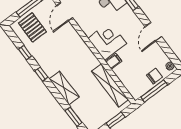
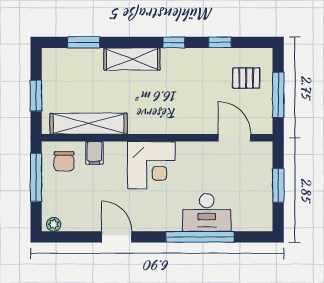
pallet: (32, 27) -> (246, 78), width x0.67, depth x0.71
filing cabinet: (114, 61) -> (94, 153), moved
chair: (154, 76) -> (64, 161), moved

